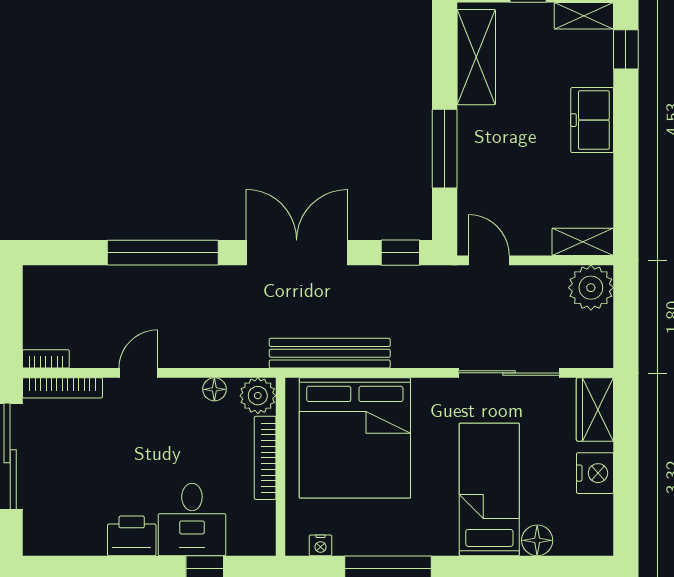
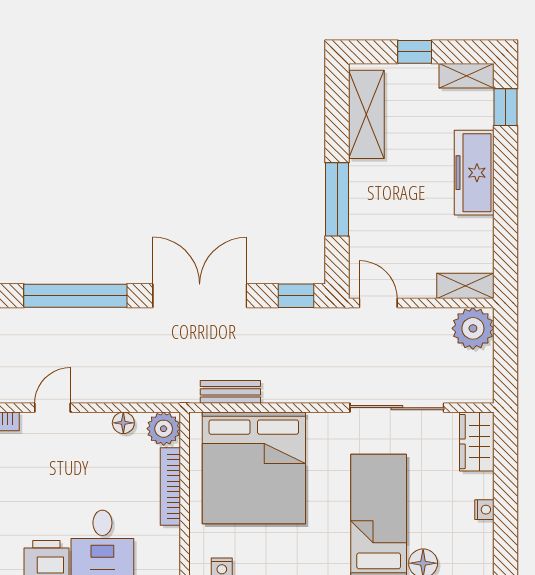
freezer: (592, 120) -> (474, 173), width x1.40
bench: (330, 353) -> (230, 392), width x0.54, depth x0.82
nightstand: (595, 473) -> (484, 510), width x0.53, depth x0.56

